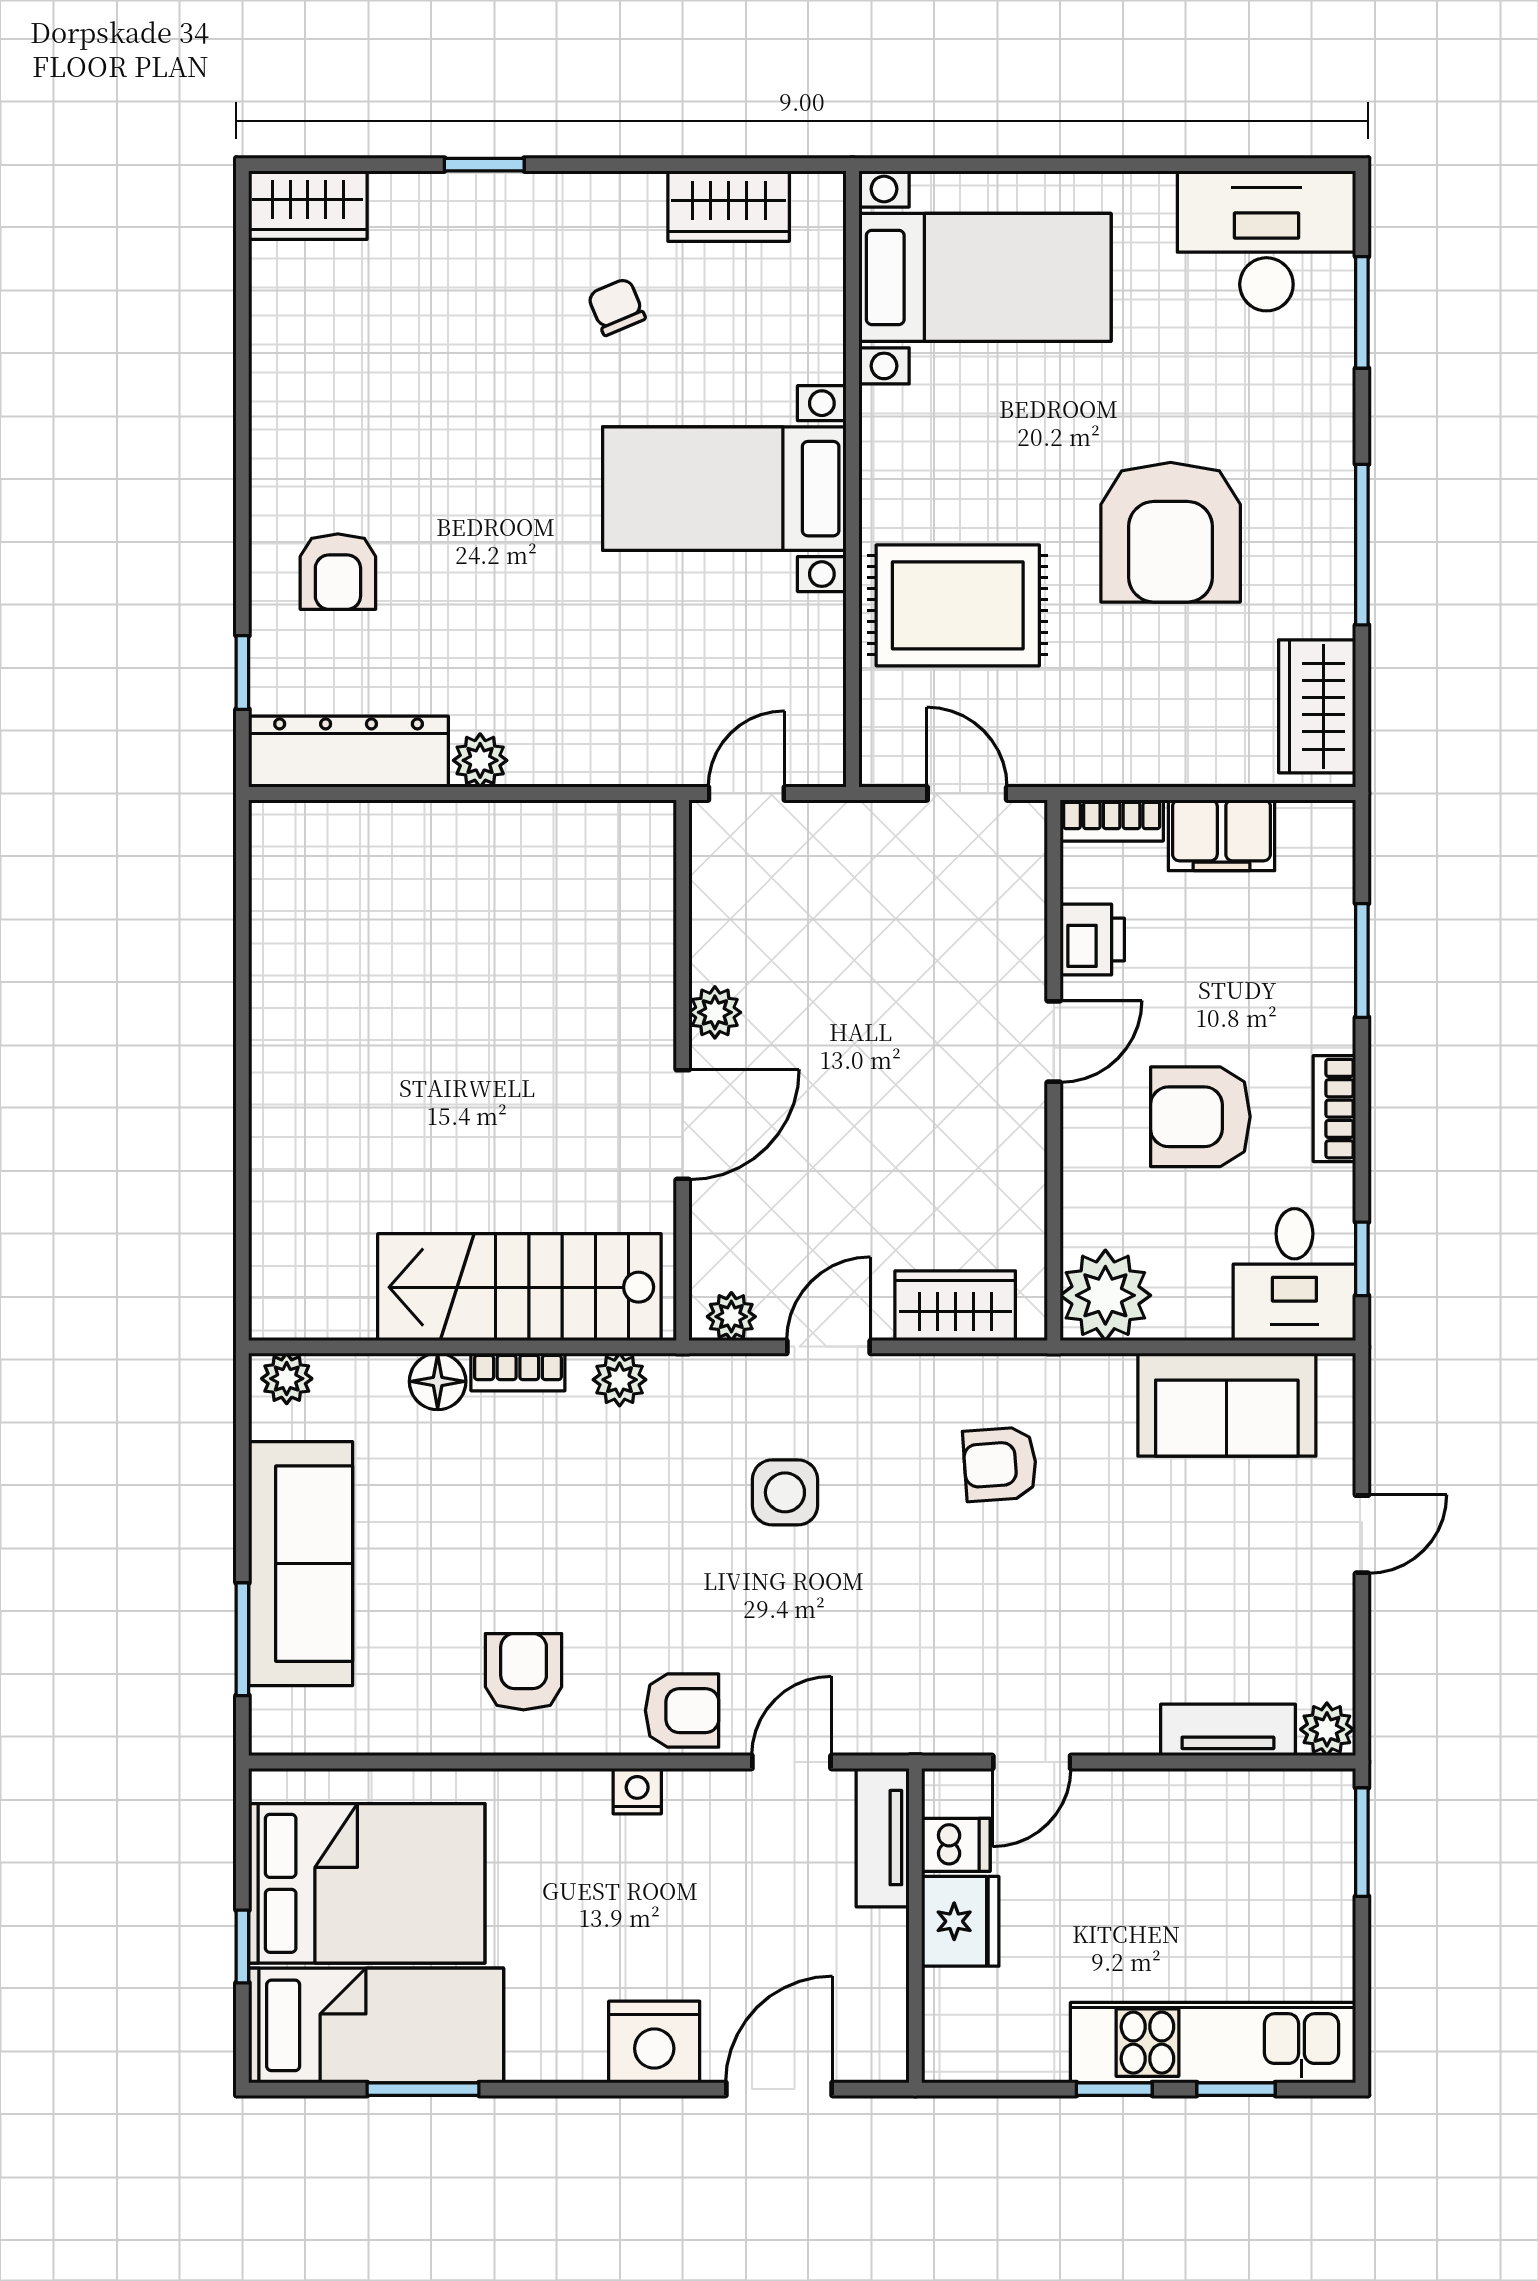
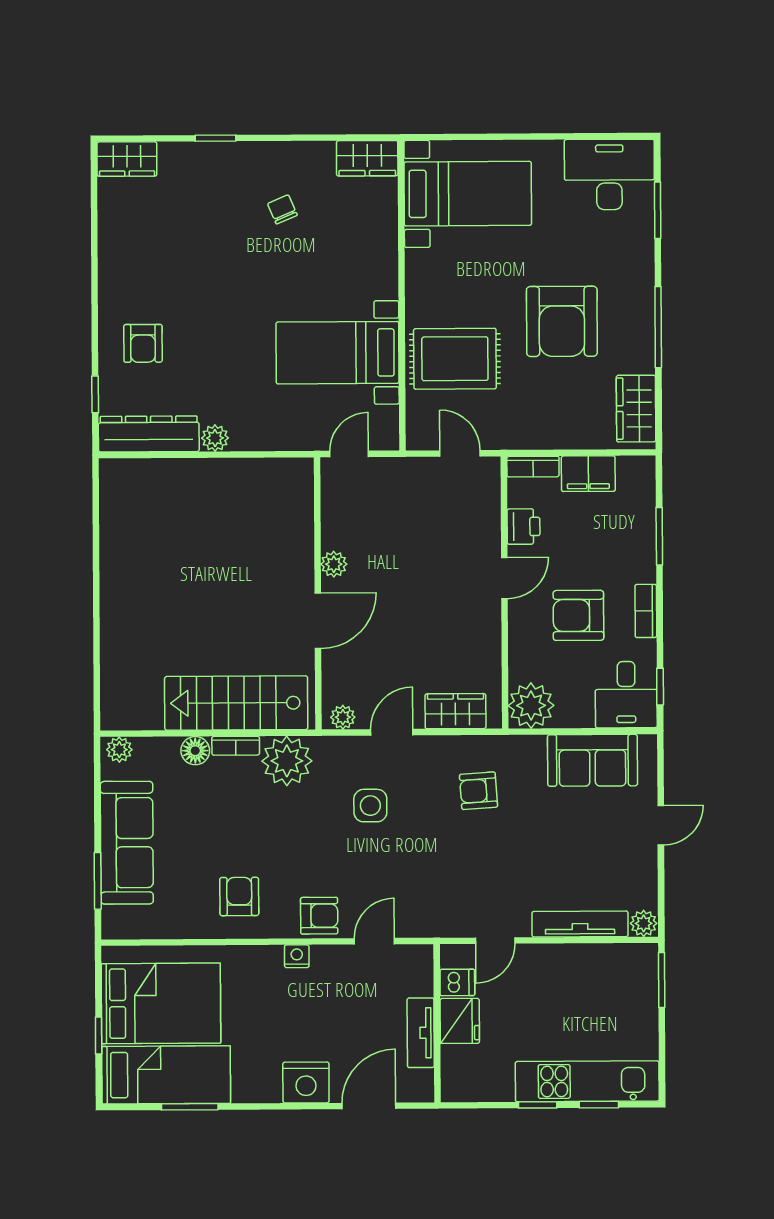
wardrobe: (729, 206) -> (367, 158), moved
bed with nightstands: (724, 489) -> (337, 353), moved
plant: (620, 1380) -> (287, 761), width x1.87, depth x1.87
tv unit: (1228, 1730) -> (580, 924), width x1.41
tv unit: (883, 1838) -> (421, 1033), moved

